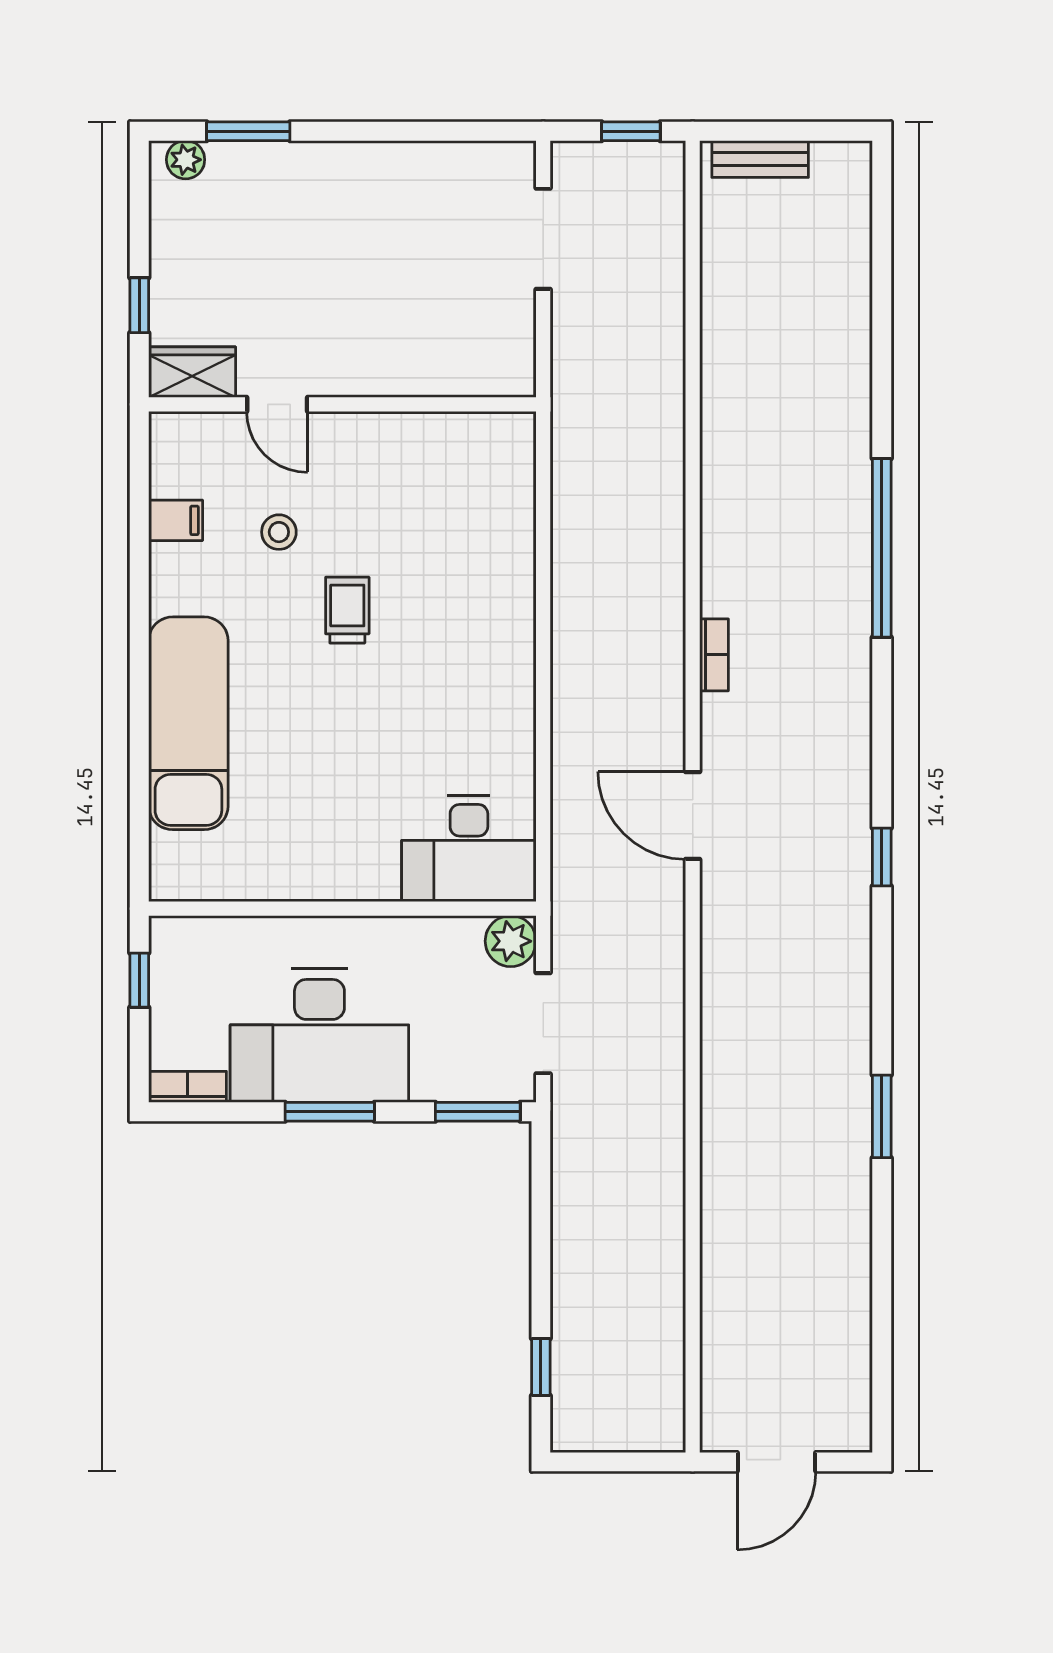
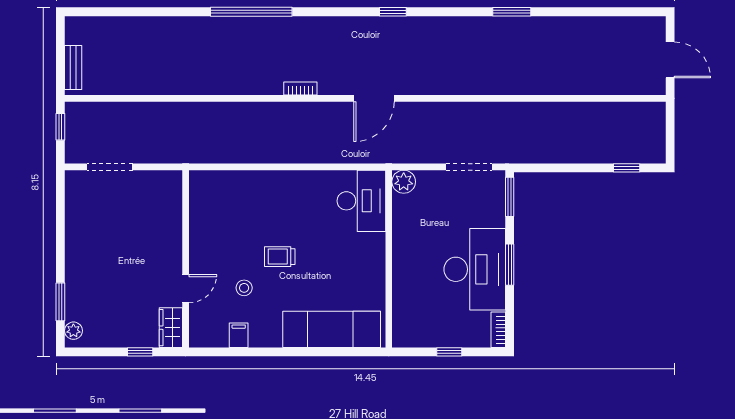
desk: (469, 849) -> (361, 201), moved
wall: (342, 909) -> (389, 259), moved
plant: (511, 941) -> (404, 182), moved

